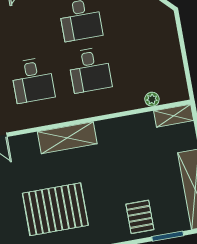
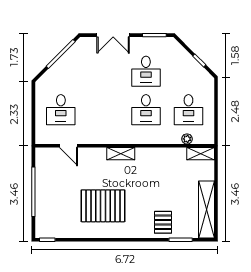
desk: (33, 80) -> (188, 110), moved
shelving: (67, 138) -> (121, 154), width x0.67, depth x0.75

